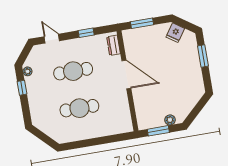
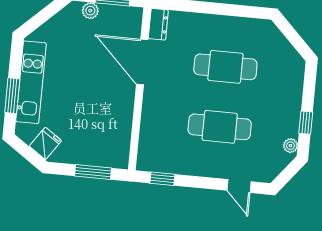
window: (86, 33) -> (162, 179), moved
dresser: (114, 45) -> (158, 24), moved
kitchen unit: (194, 67) -> (31, 82), added
door: (126, 75) -> (142, 62), moved

